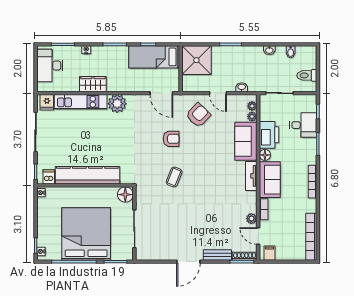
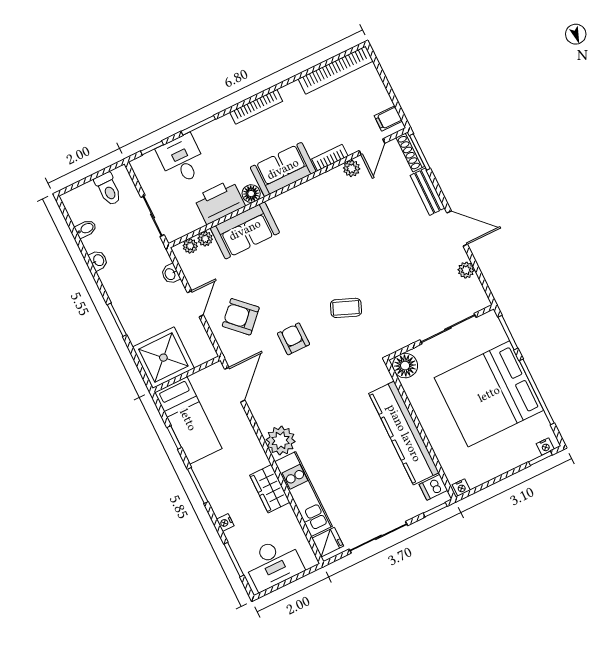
tv unit: (251, 176) -> (291, 199), removed
plant: (162, 255) -> (466, 270), added

